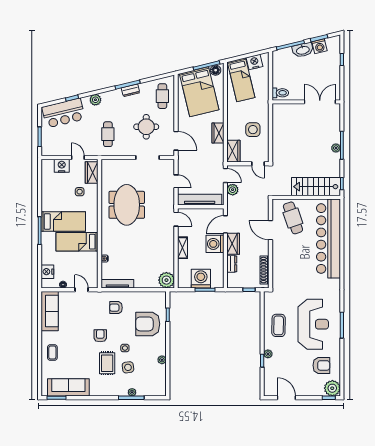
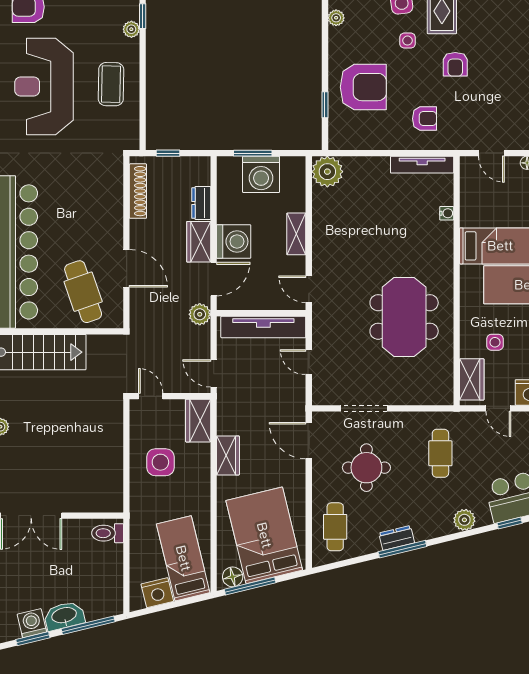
plant: (233, 190) -> (200, 314), moved

